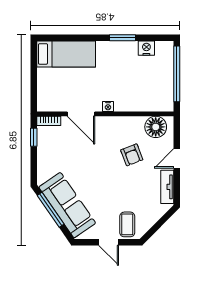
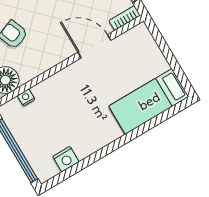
window: (122, 38) -> (98, 155), removed
nightstand: (108, 106) -> (26, 98), moved

